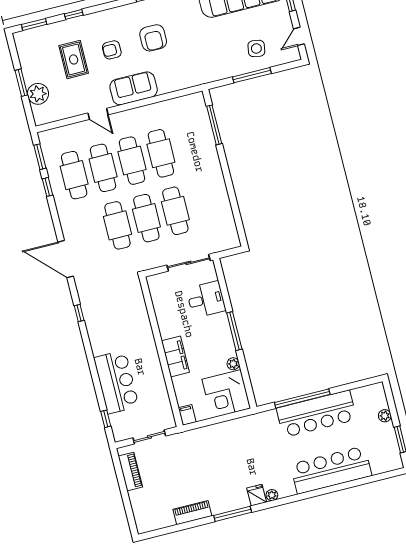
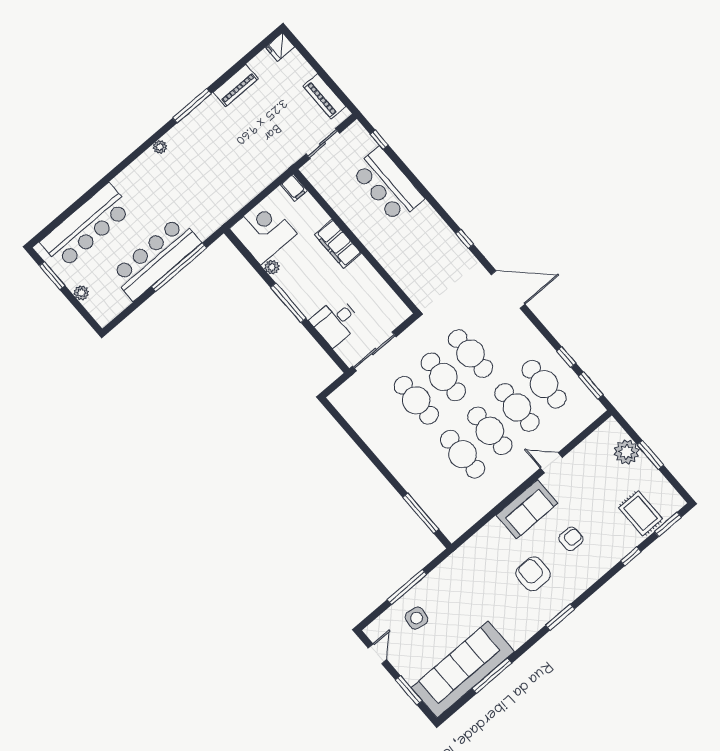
rug: (74, 59) -> (641, 513), moved
bar counter: (331, 470) -> (86, 226), moved
fridge: (257, 495) -> (280, 47), moved, turned 90

